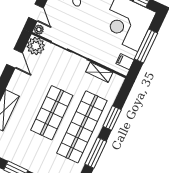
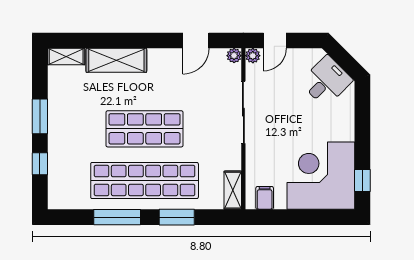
plant: (36, 46) -> (234, 56), width x0.53, depth x0.53
window: (146, 46) -> (301, 217), removed
shelving: (99, 72) -> (233, 190), moved

